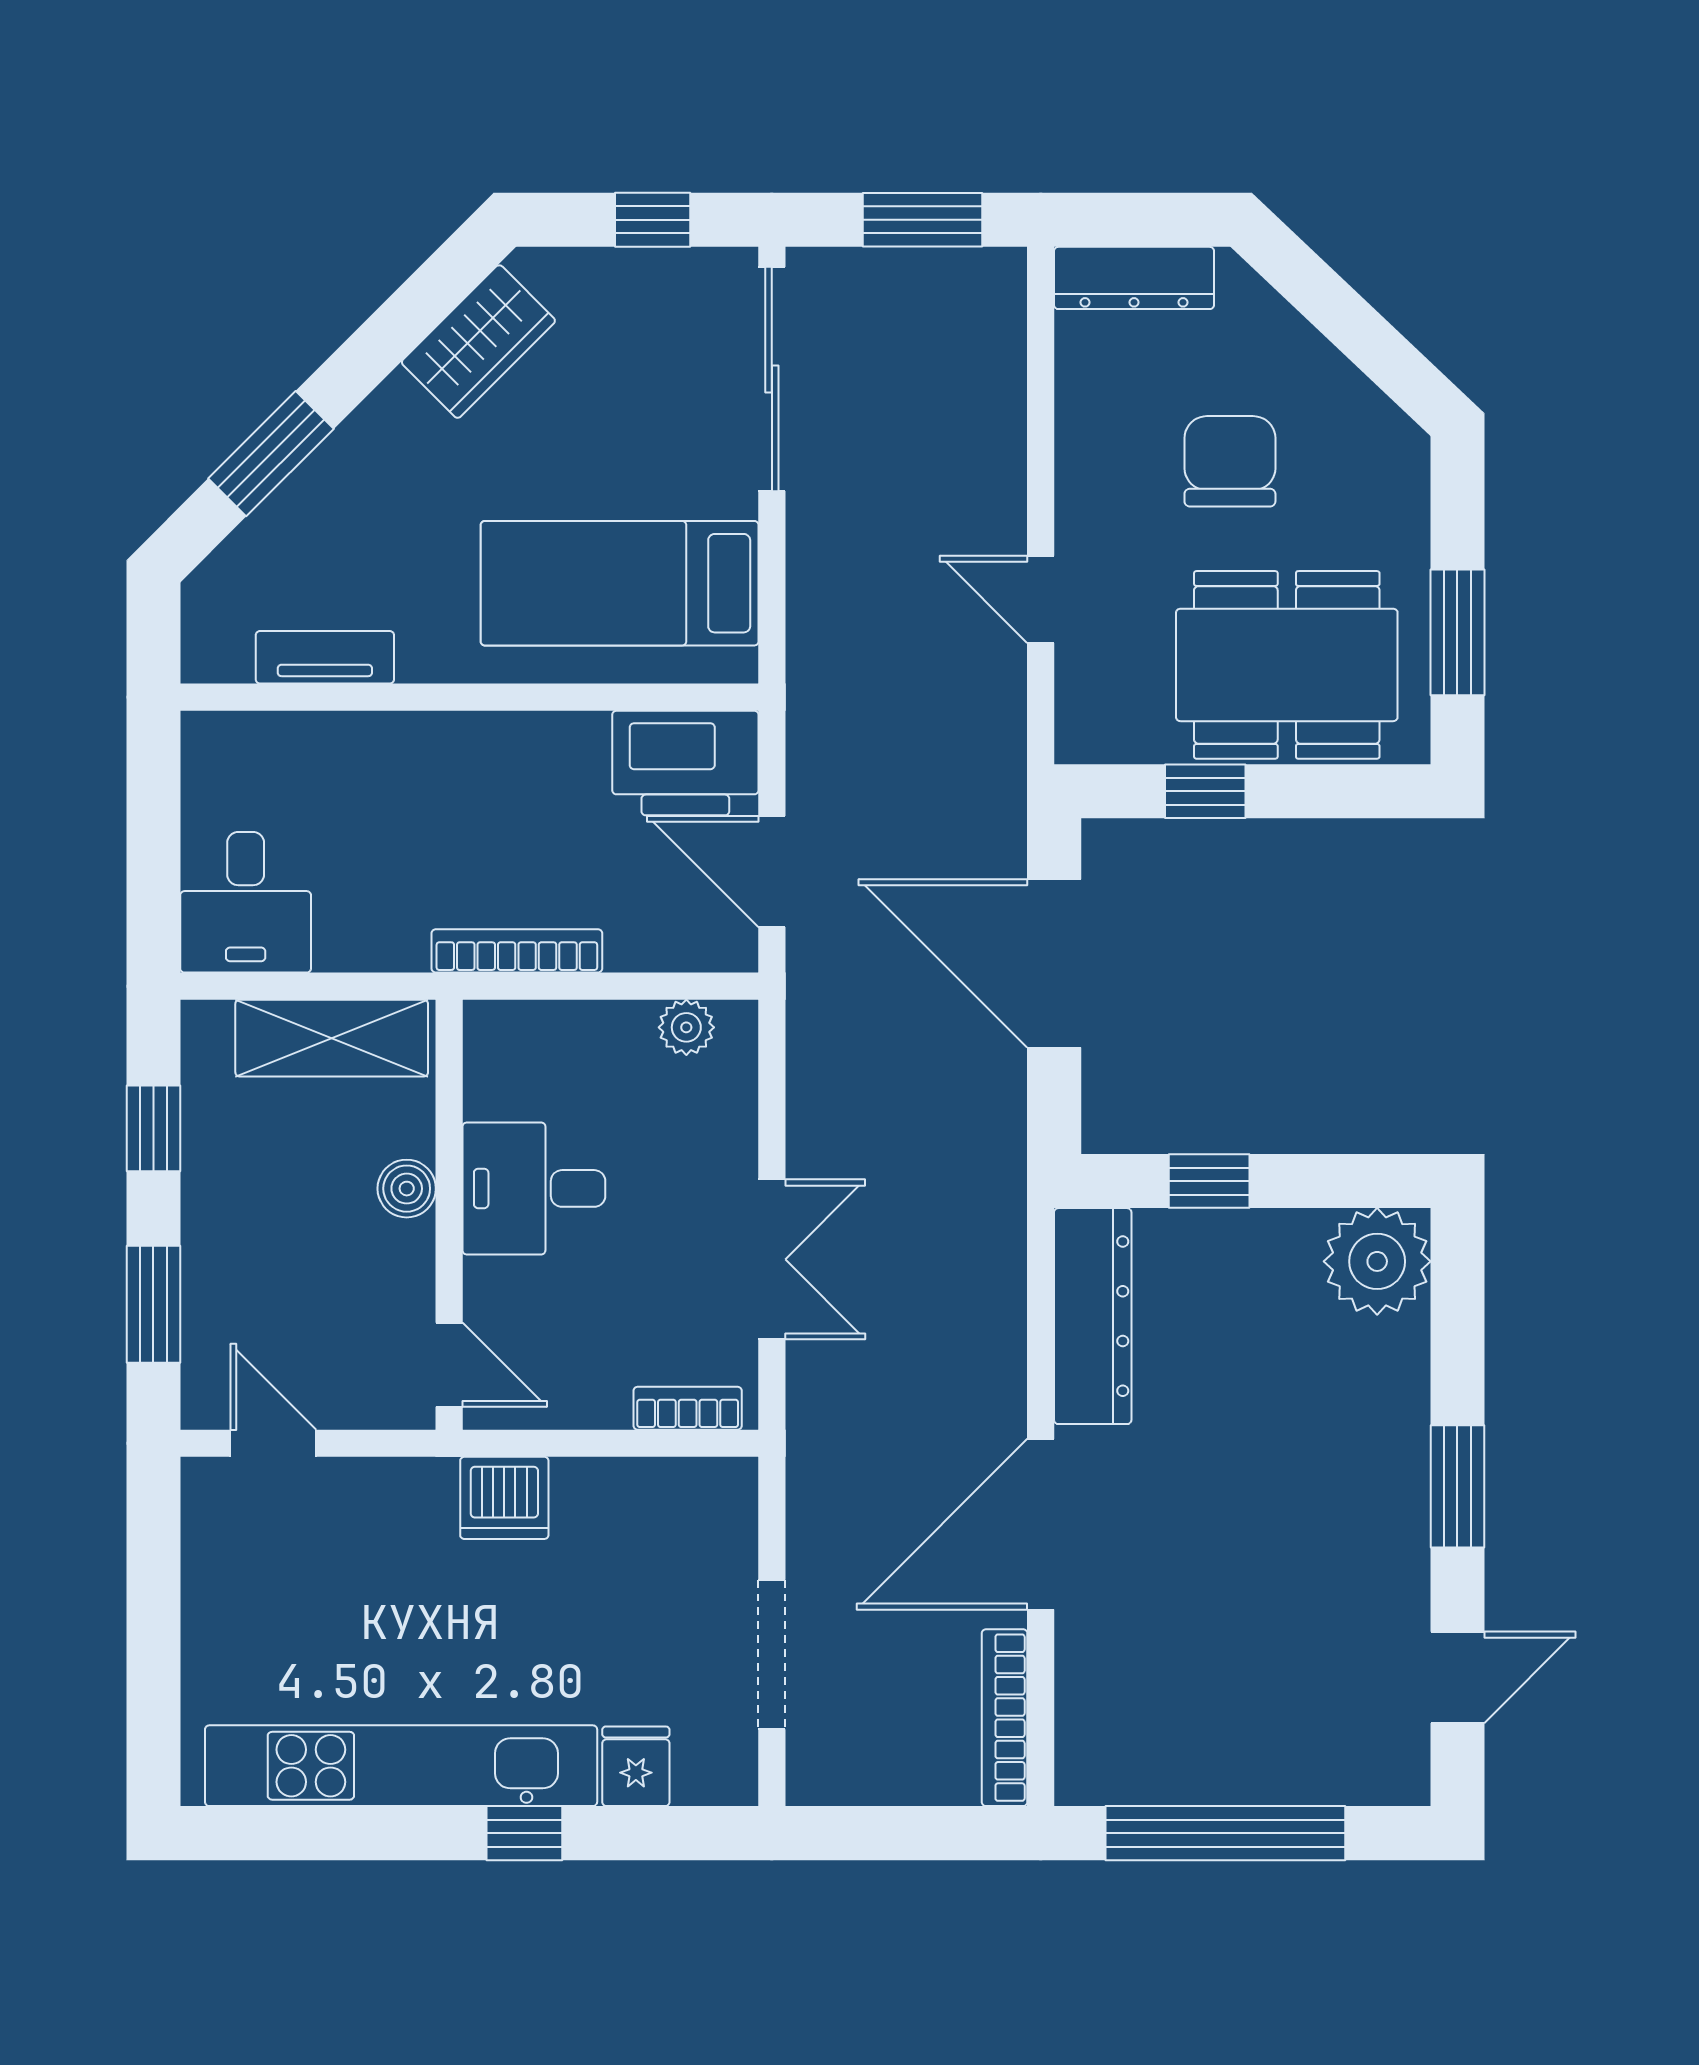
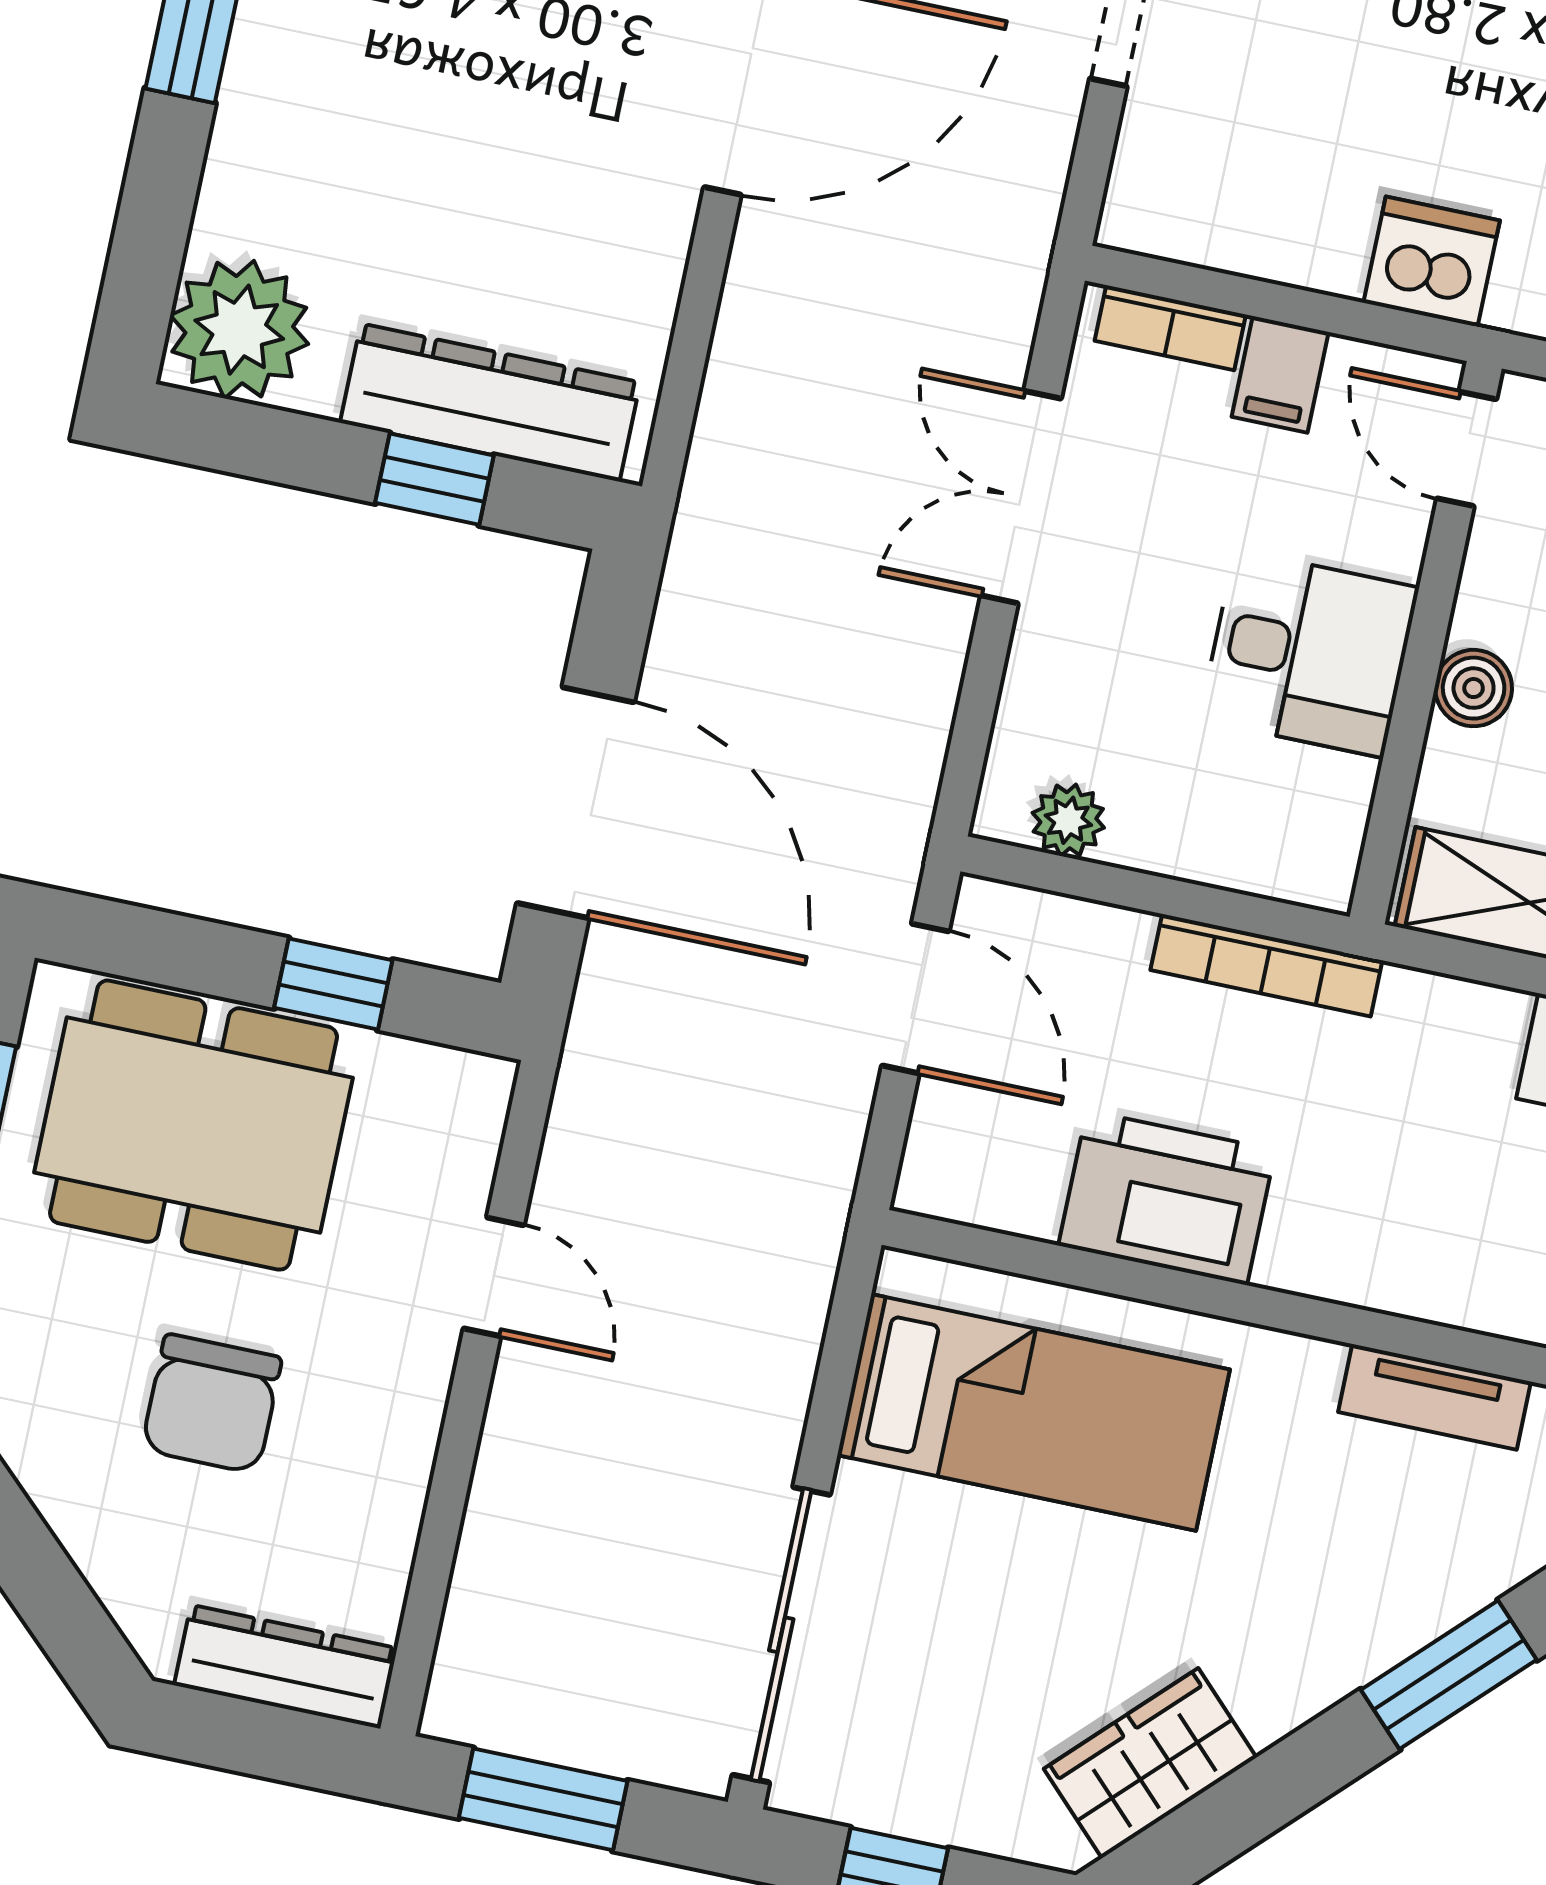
printer: (685, 763) -> (1167, 1198), moved
dresser: (1093, 1316) -> (490, 403), moved, turned 90
filing cabinet: (599, 1391) -> (1280, 374), added

